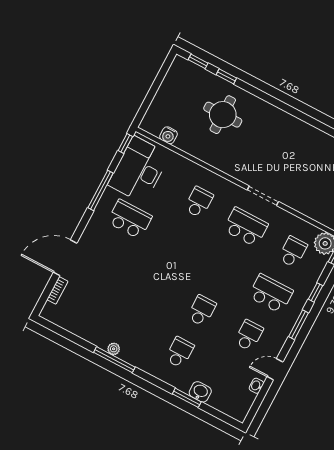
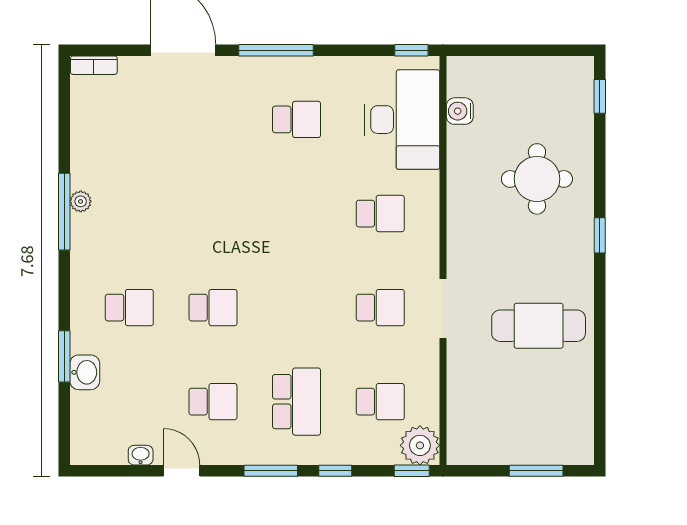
window: (226, 76) -> (600, 235), moved
cafe table: (297, 153) -> (539, 326), added
desk: (139, 170) -> (402, 120), moved, turned 90
window: (101, 190) -> (276, 50), moved
school desk: (130, 219) -> (297, 119), width x0.54
school desk: (246, 227) -> (380, 308), width x0.54
bookcase: (57, 290) -> (94, 65), moved

